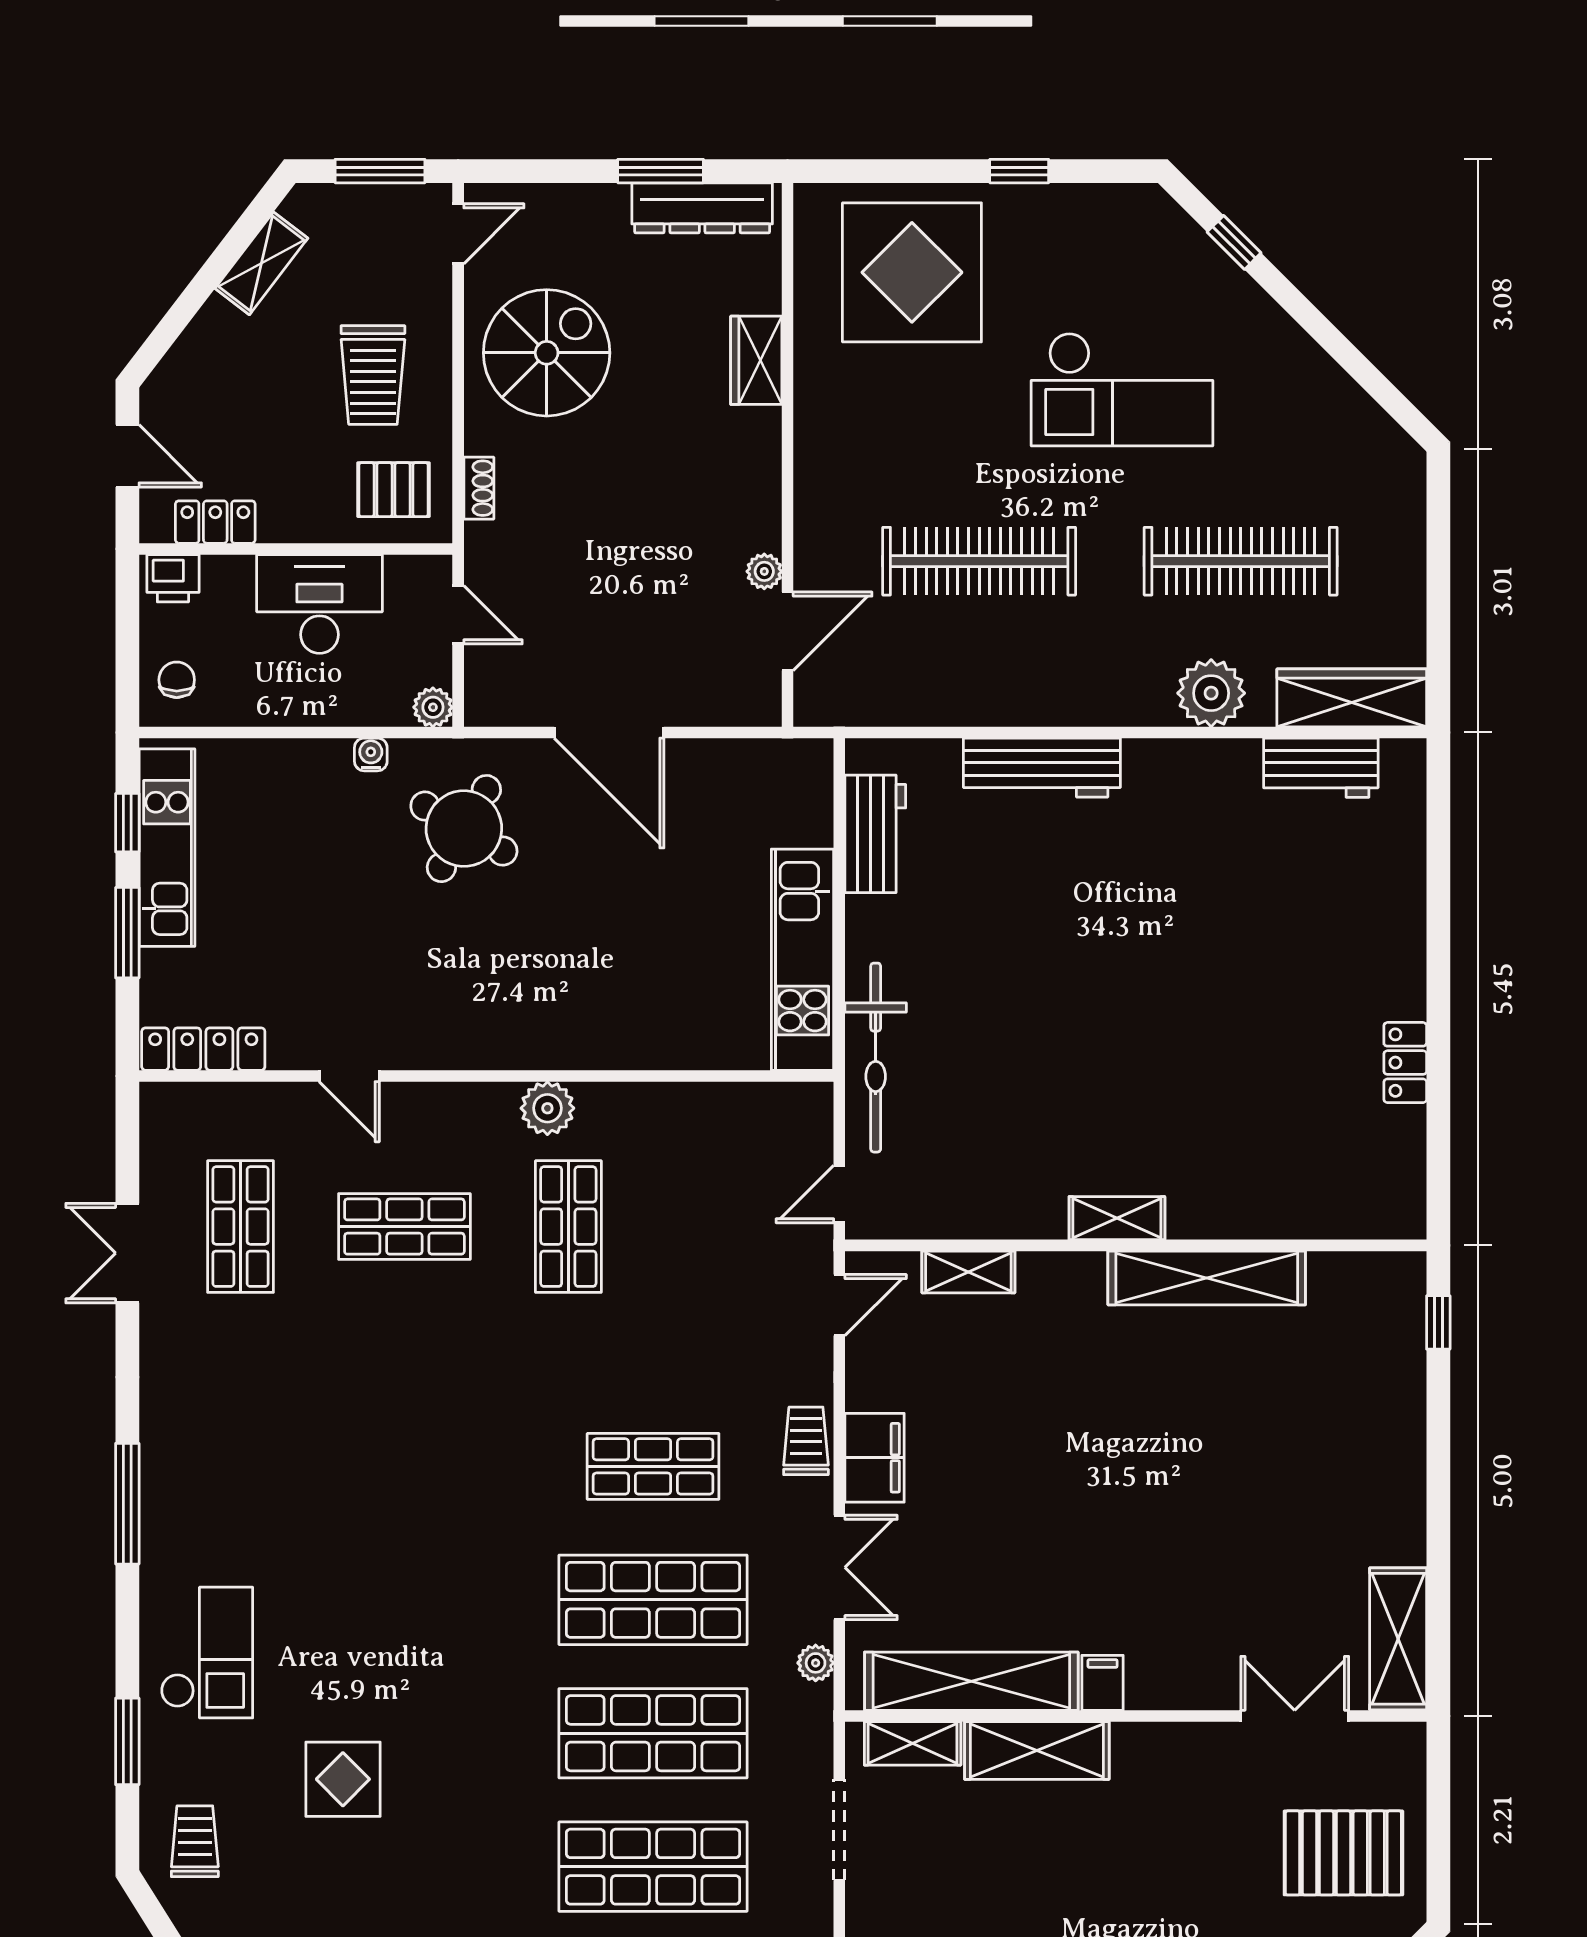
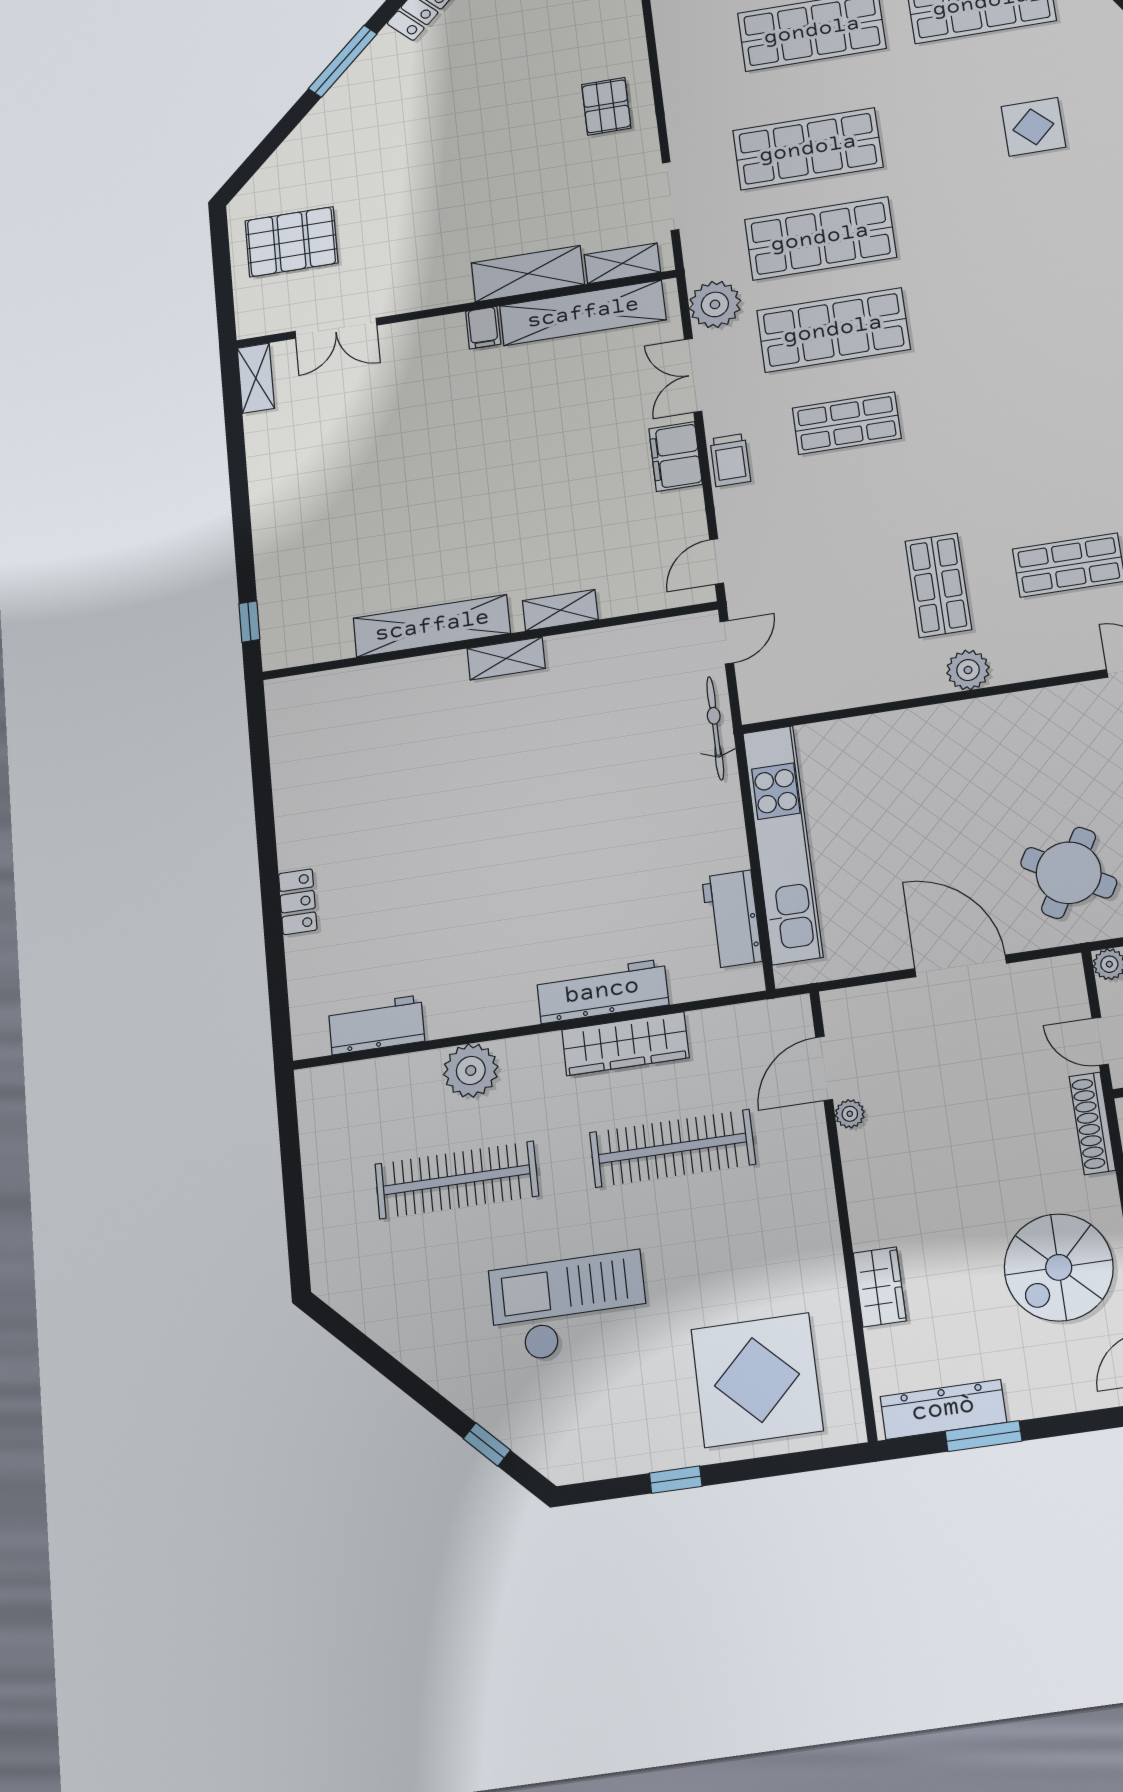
shoe rack: (479, 488) -> (1092, 1123), width x1.94, depth x1.24
wardrobe: (1352, 698) -> (625, 1044), moved
kitchen unit: (802, 960) -> (783, 844), width x1.36
bicycle: (876, 1058) -> (715, 728), width x0.73, depth x0.71
locker: (1405, 1063) -> (298, 902), moved
shelving: (968, 1272) -> (560, 610), moved
shelving: (1398, 1639) -> (256, 378), width x0.67, depth x0.75
plant: (816, 1663) -> (715, 304), width x1.87, depth x1.87
display table: (343, 1779) -> (1033, 127), moved

